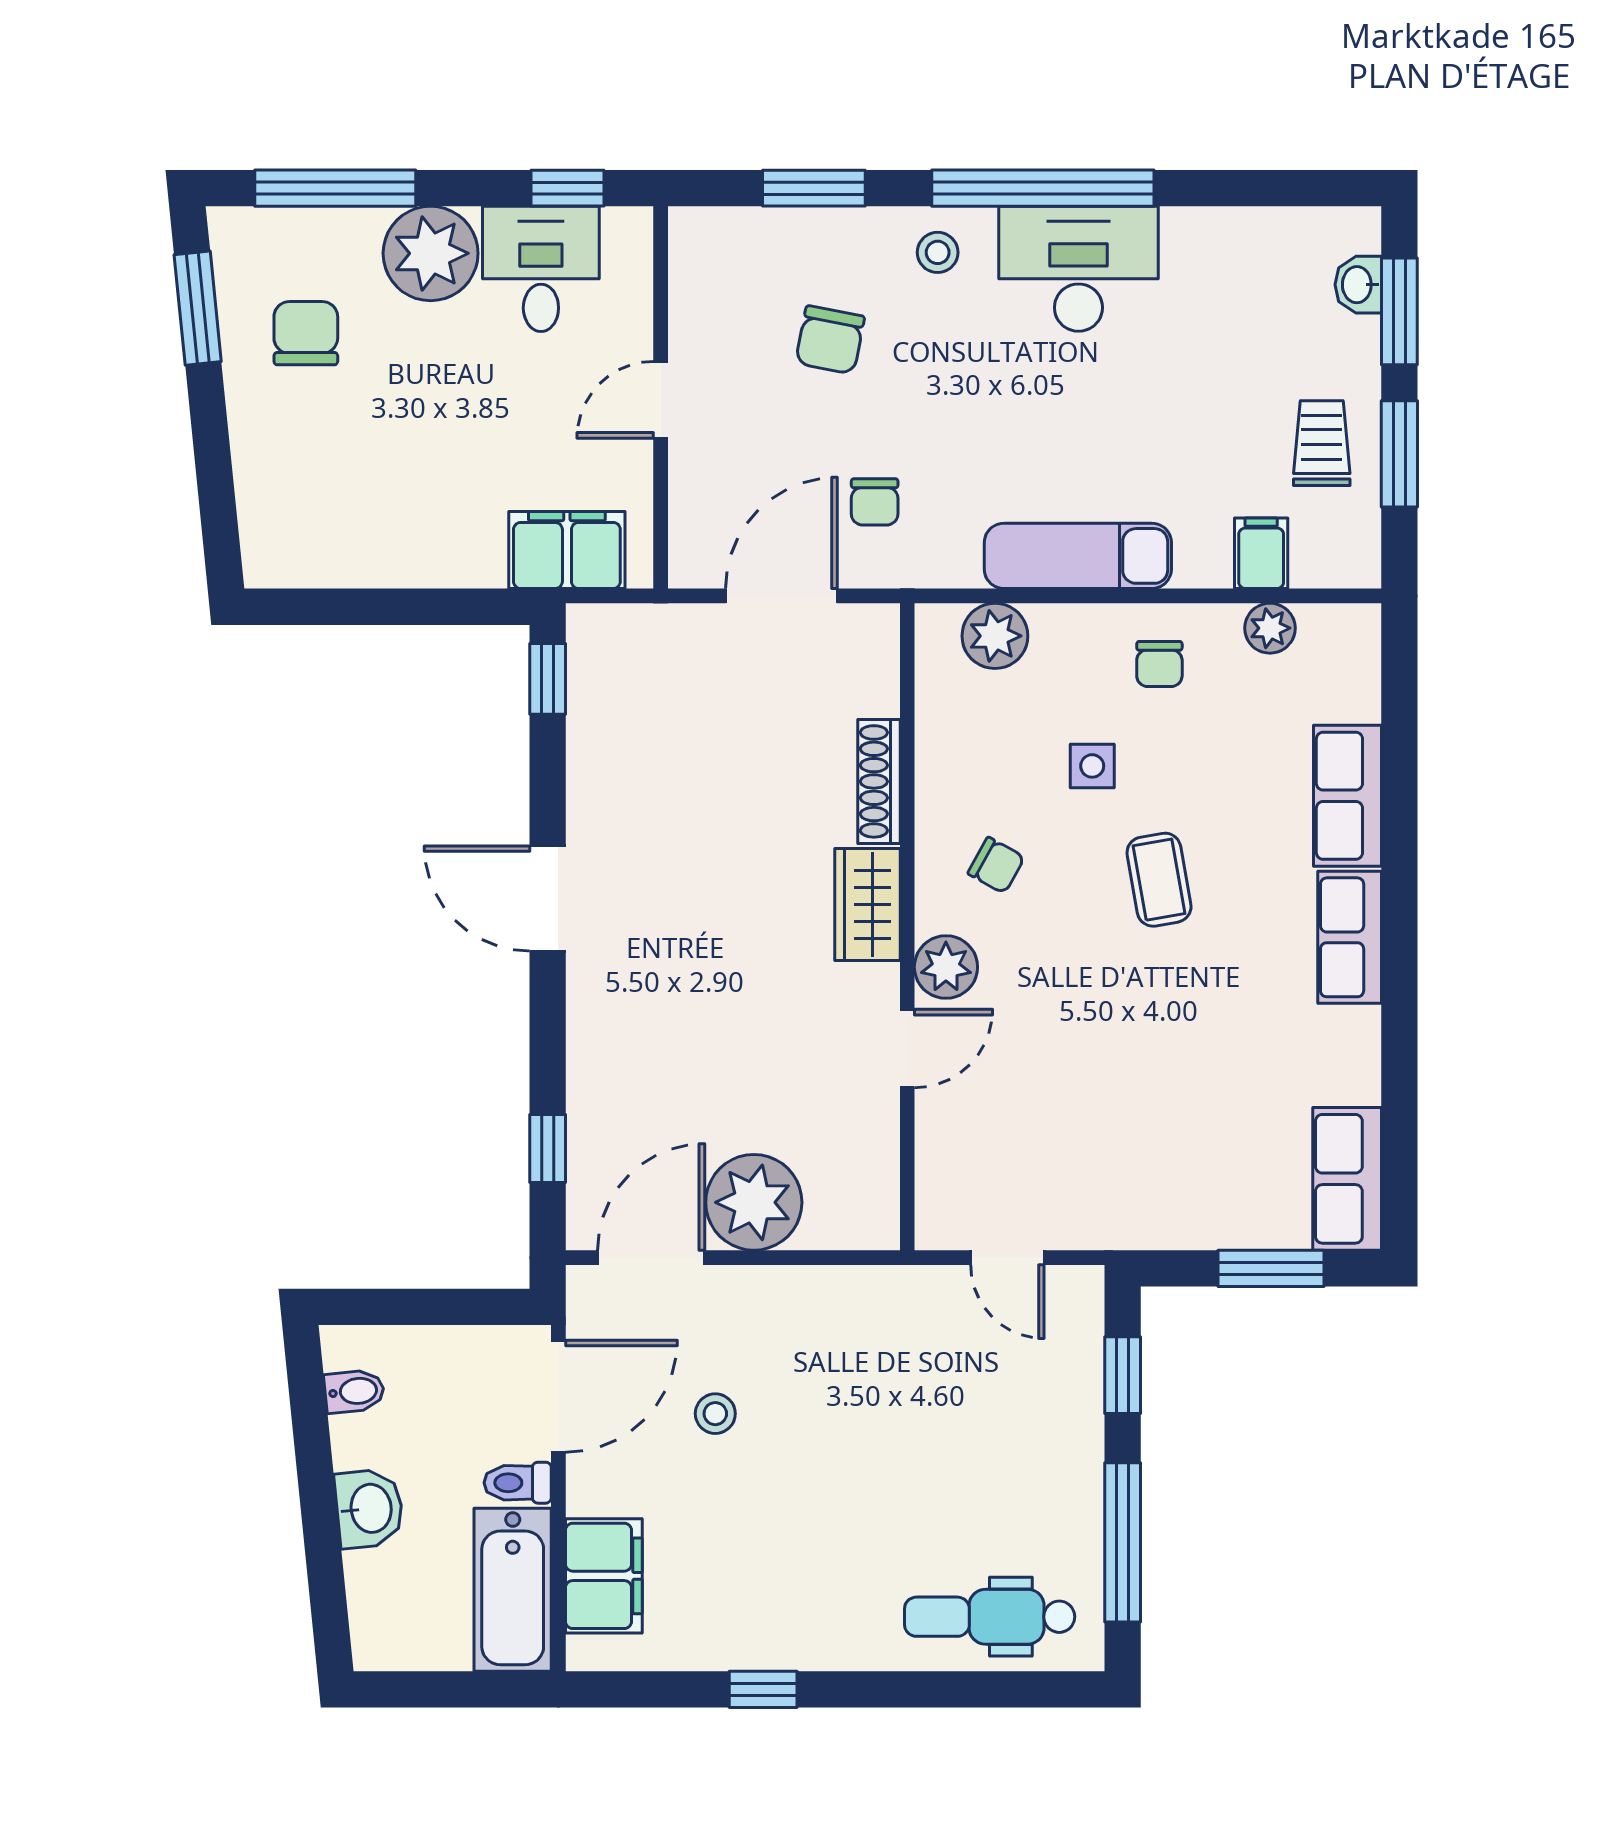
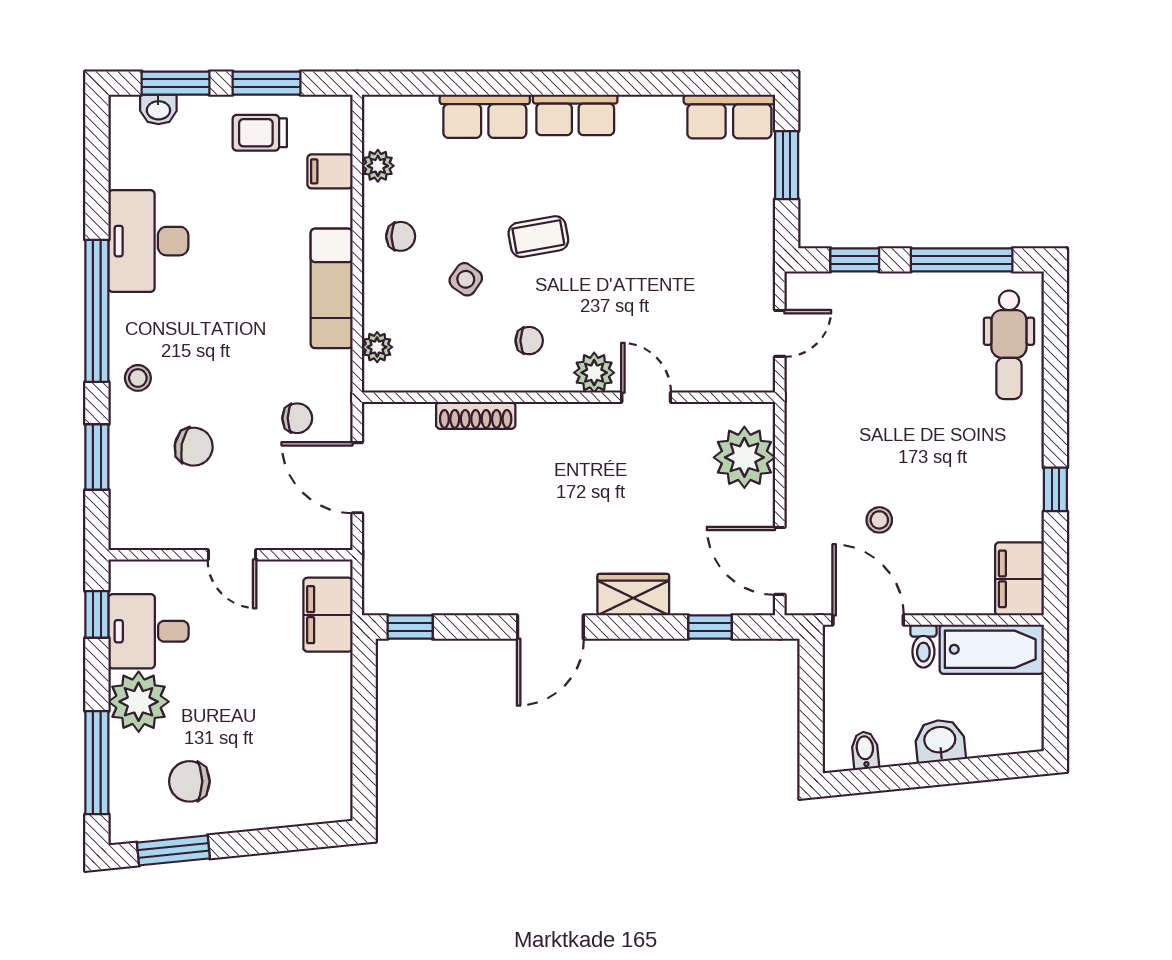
desk: (1078, 269) -> (148, 241), moved
plant: (995, 636) -> (377, 347), width x0.73, depth x0.73
side table: (1092, 766) -> (466, 279), turned 35
chair: (996, 865) -> (529, 341), turned 61
wardrobe: (867, 905) -> (633, 595), moved, turned 180
plant: (754, 1202) -> (744, 457), moved
filing cabinet: (604, 1576) -> (1019, 579), moved, turned -90

